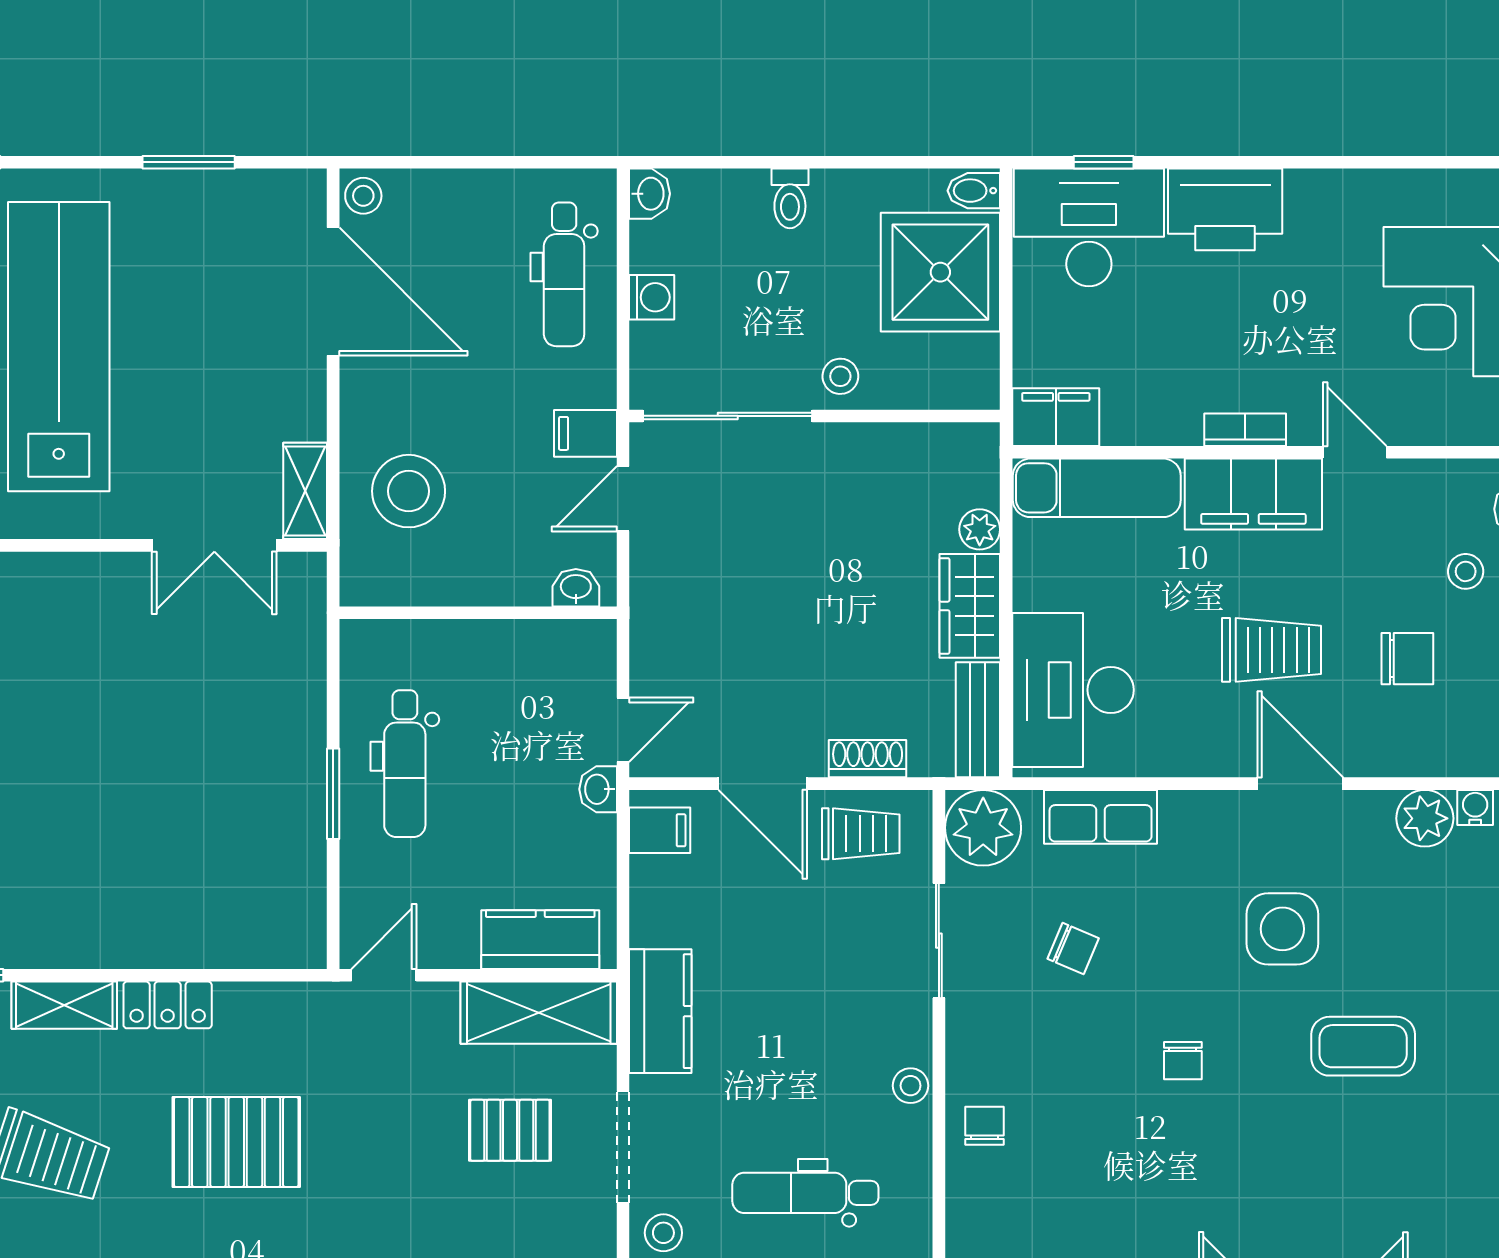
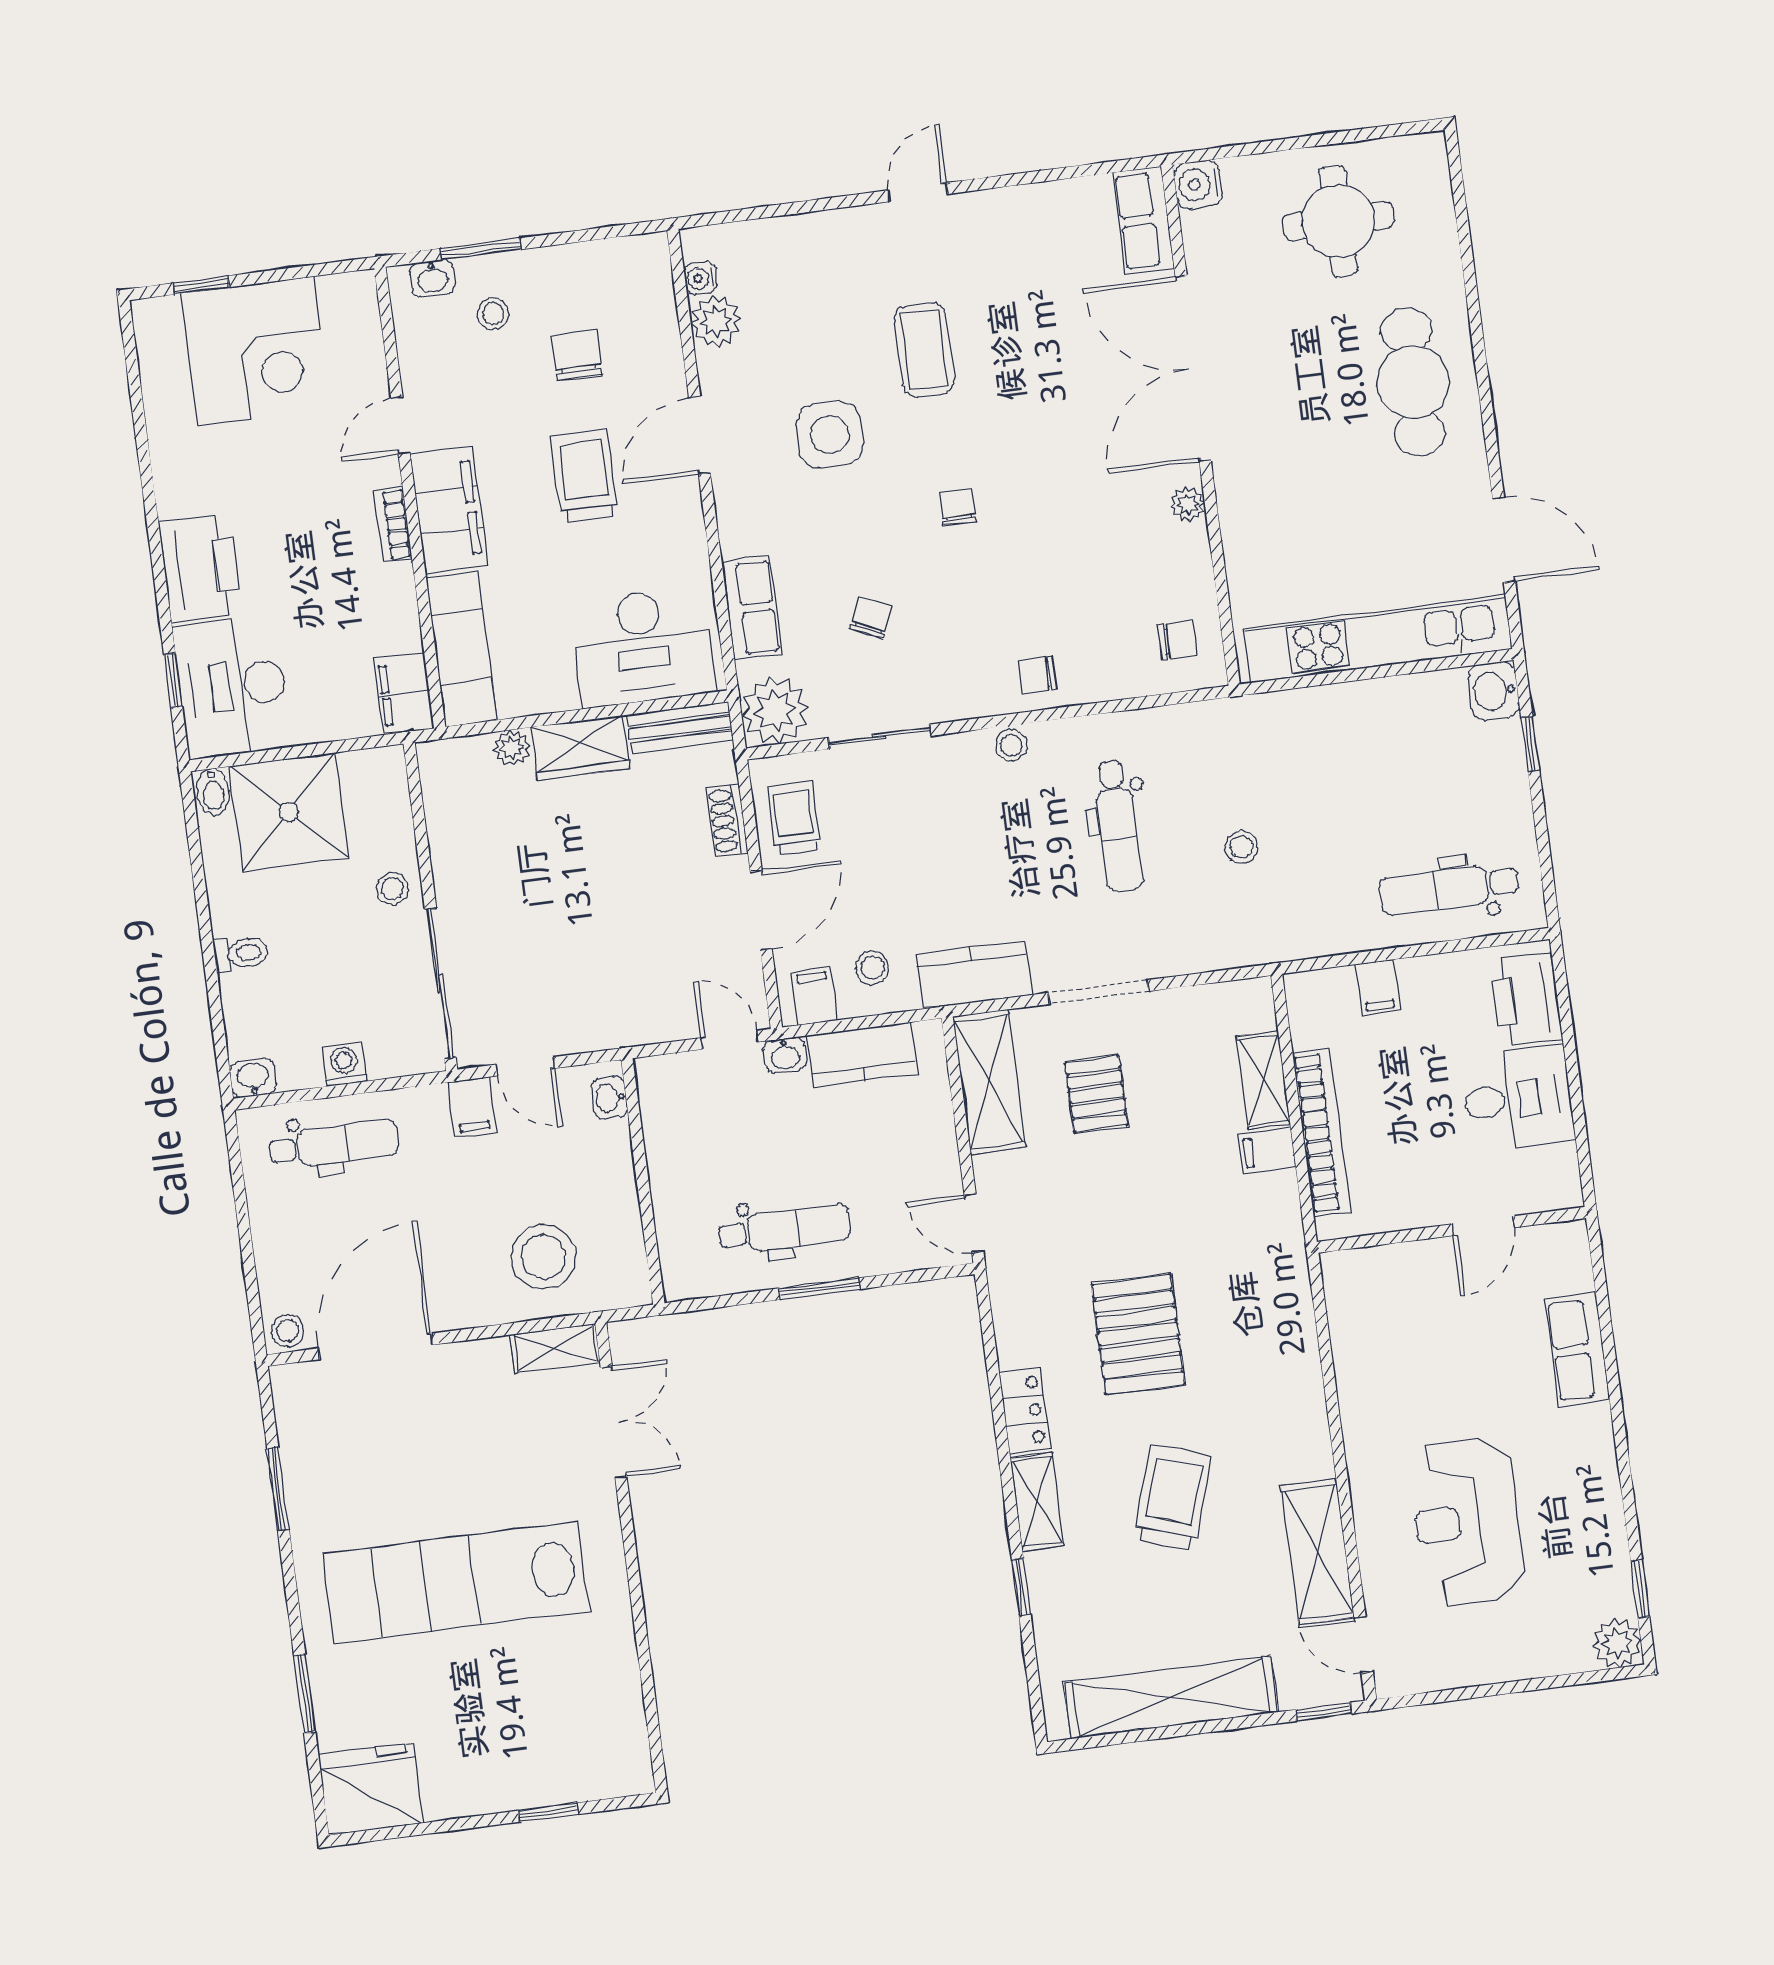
kitchen counter: (540, 940) -> (862, 1055), moved, turned -90
chair: (1183, 1061) -> (958, 507), turned -90
stool: (663, 1233) -> (872, 968), moved

